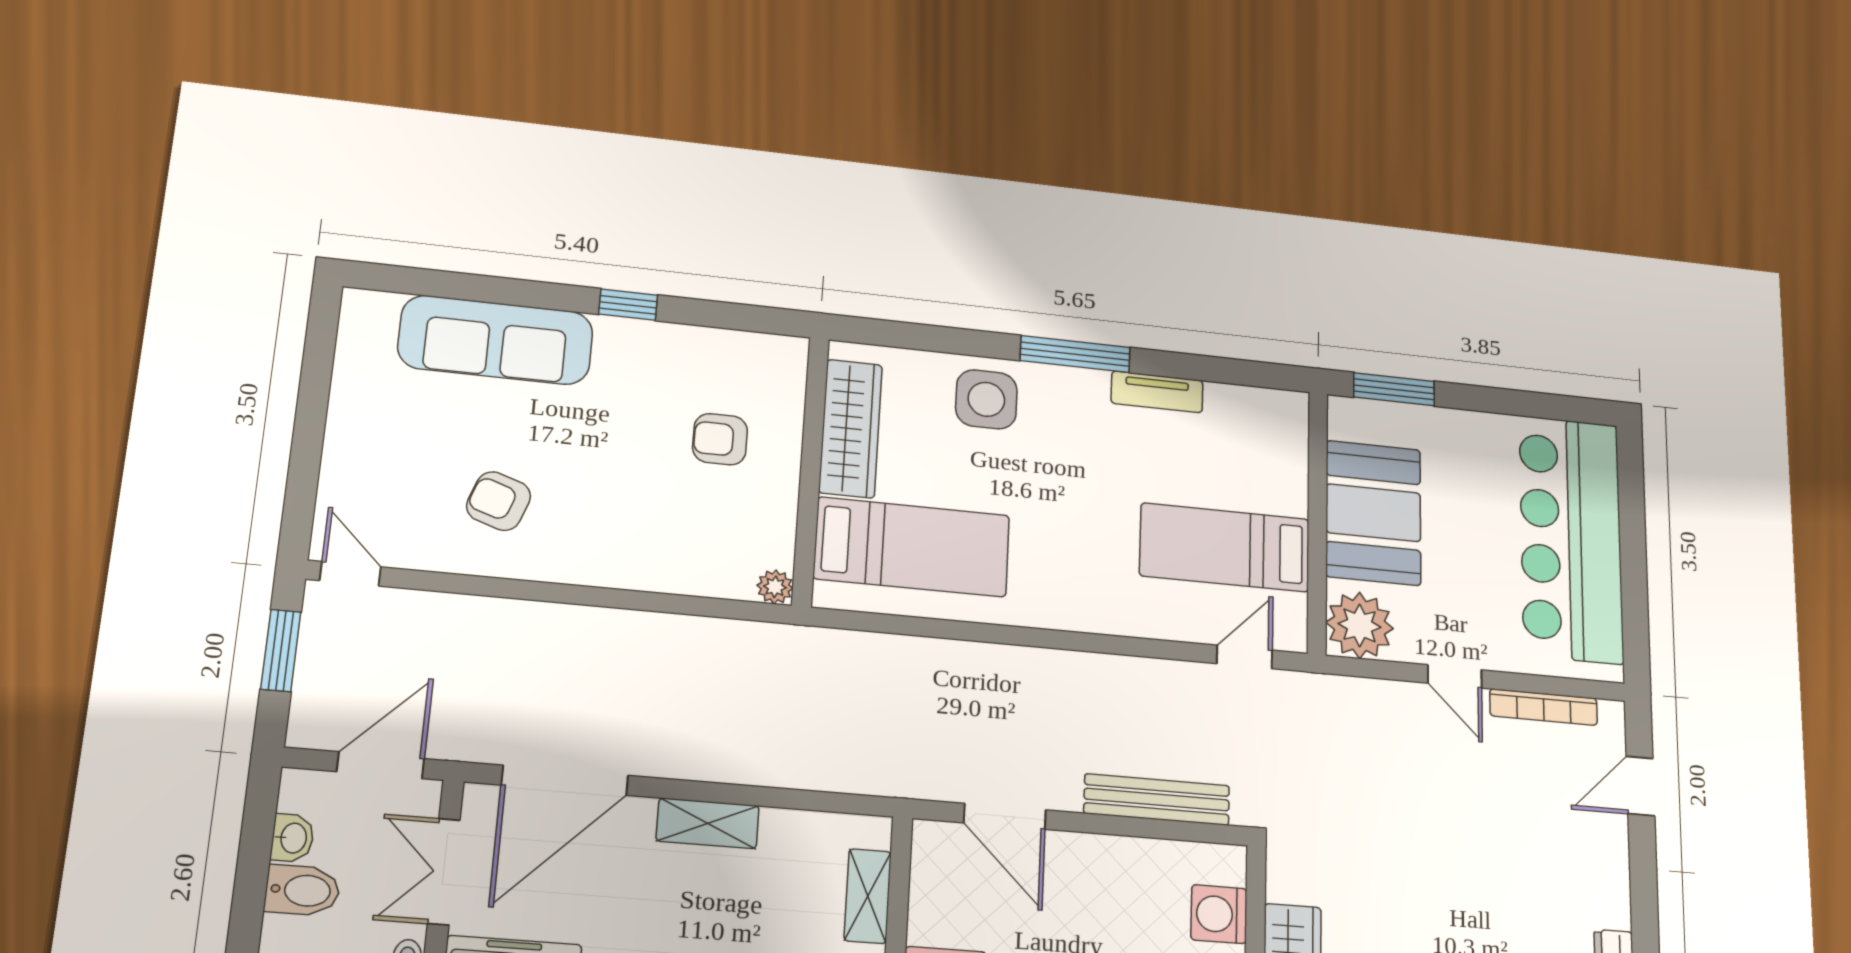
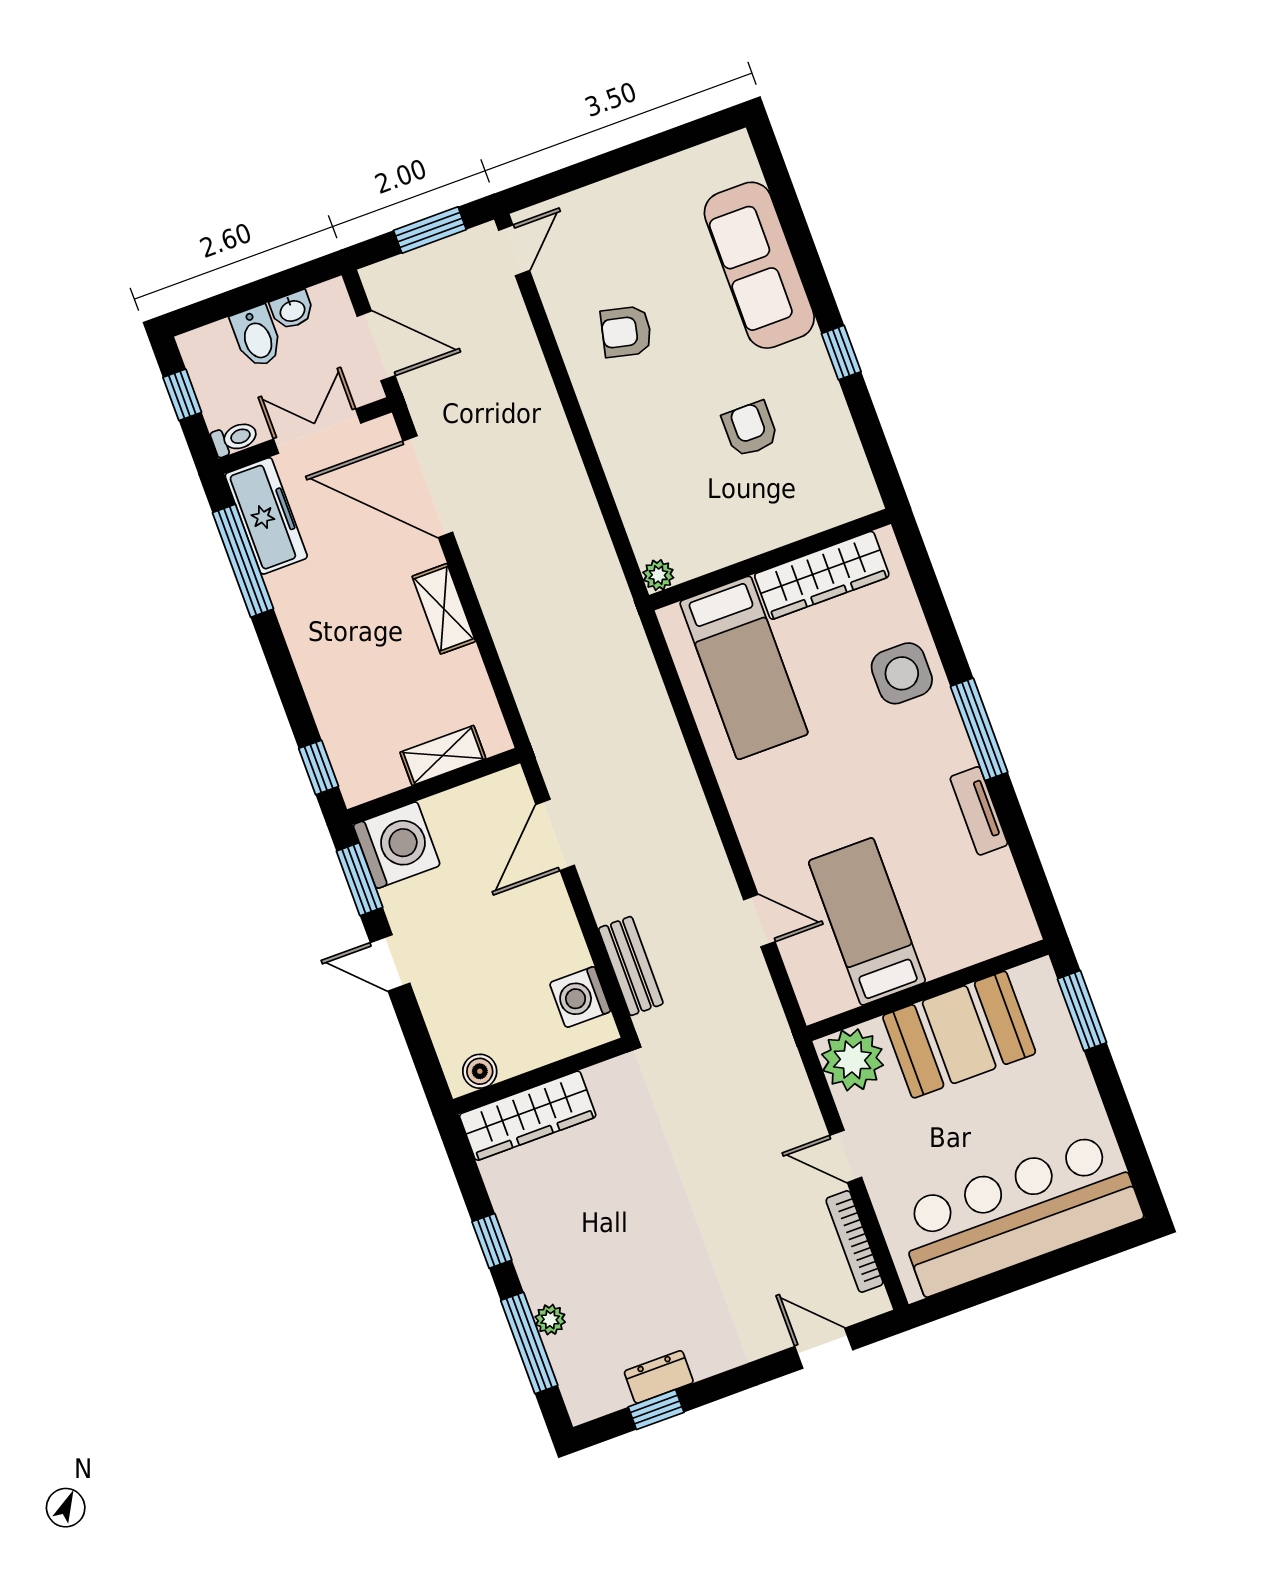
armchair: (720, 439) -> (750, 429), moved
armchair: (499, 501) -> (626, 332), turned -96
door: (1245, 657) -> (759, 921), moved
door: (1455, 676) -> (846, 1156), hinge flipped
bench: (1157, 799) -> (631, 966), width x0.73
washing machine: (1219, 914) -> (580, 997), moved, turned -90

